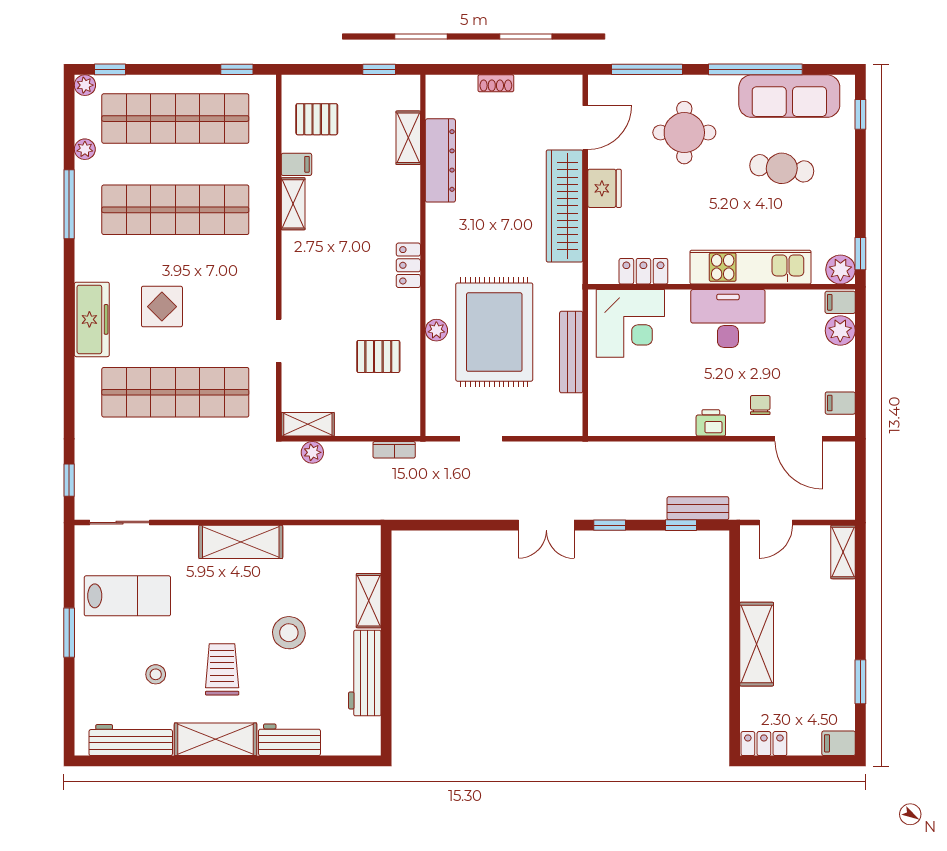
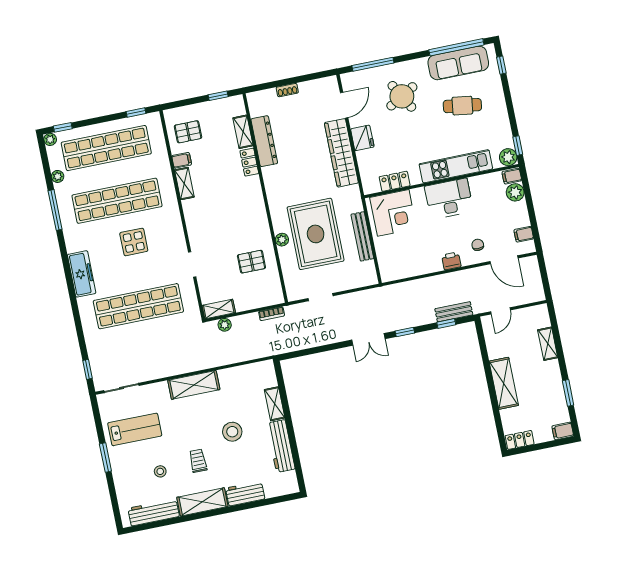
window: (755, 69) -> (456, 47), moved
round table: (684, 133) -> (402, 96), turned -30
locker: (408, 265) -> (249, 162), moved
display table: (162, 307) -> (134, 242), moved
shelving: (843, 552) -> (548, 344), moved
trolley: (222, 669) -> (198, 461), width x0.73, depth x0.72

